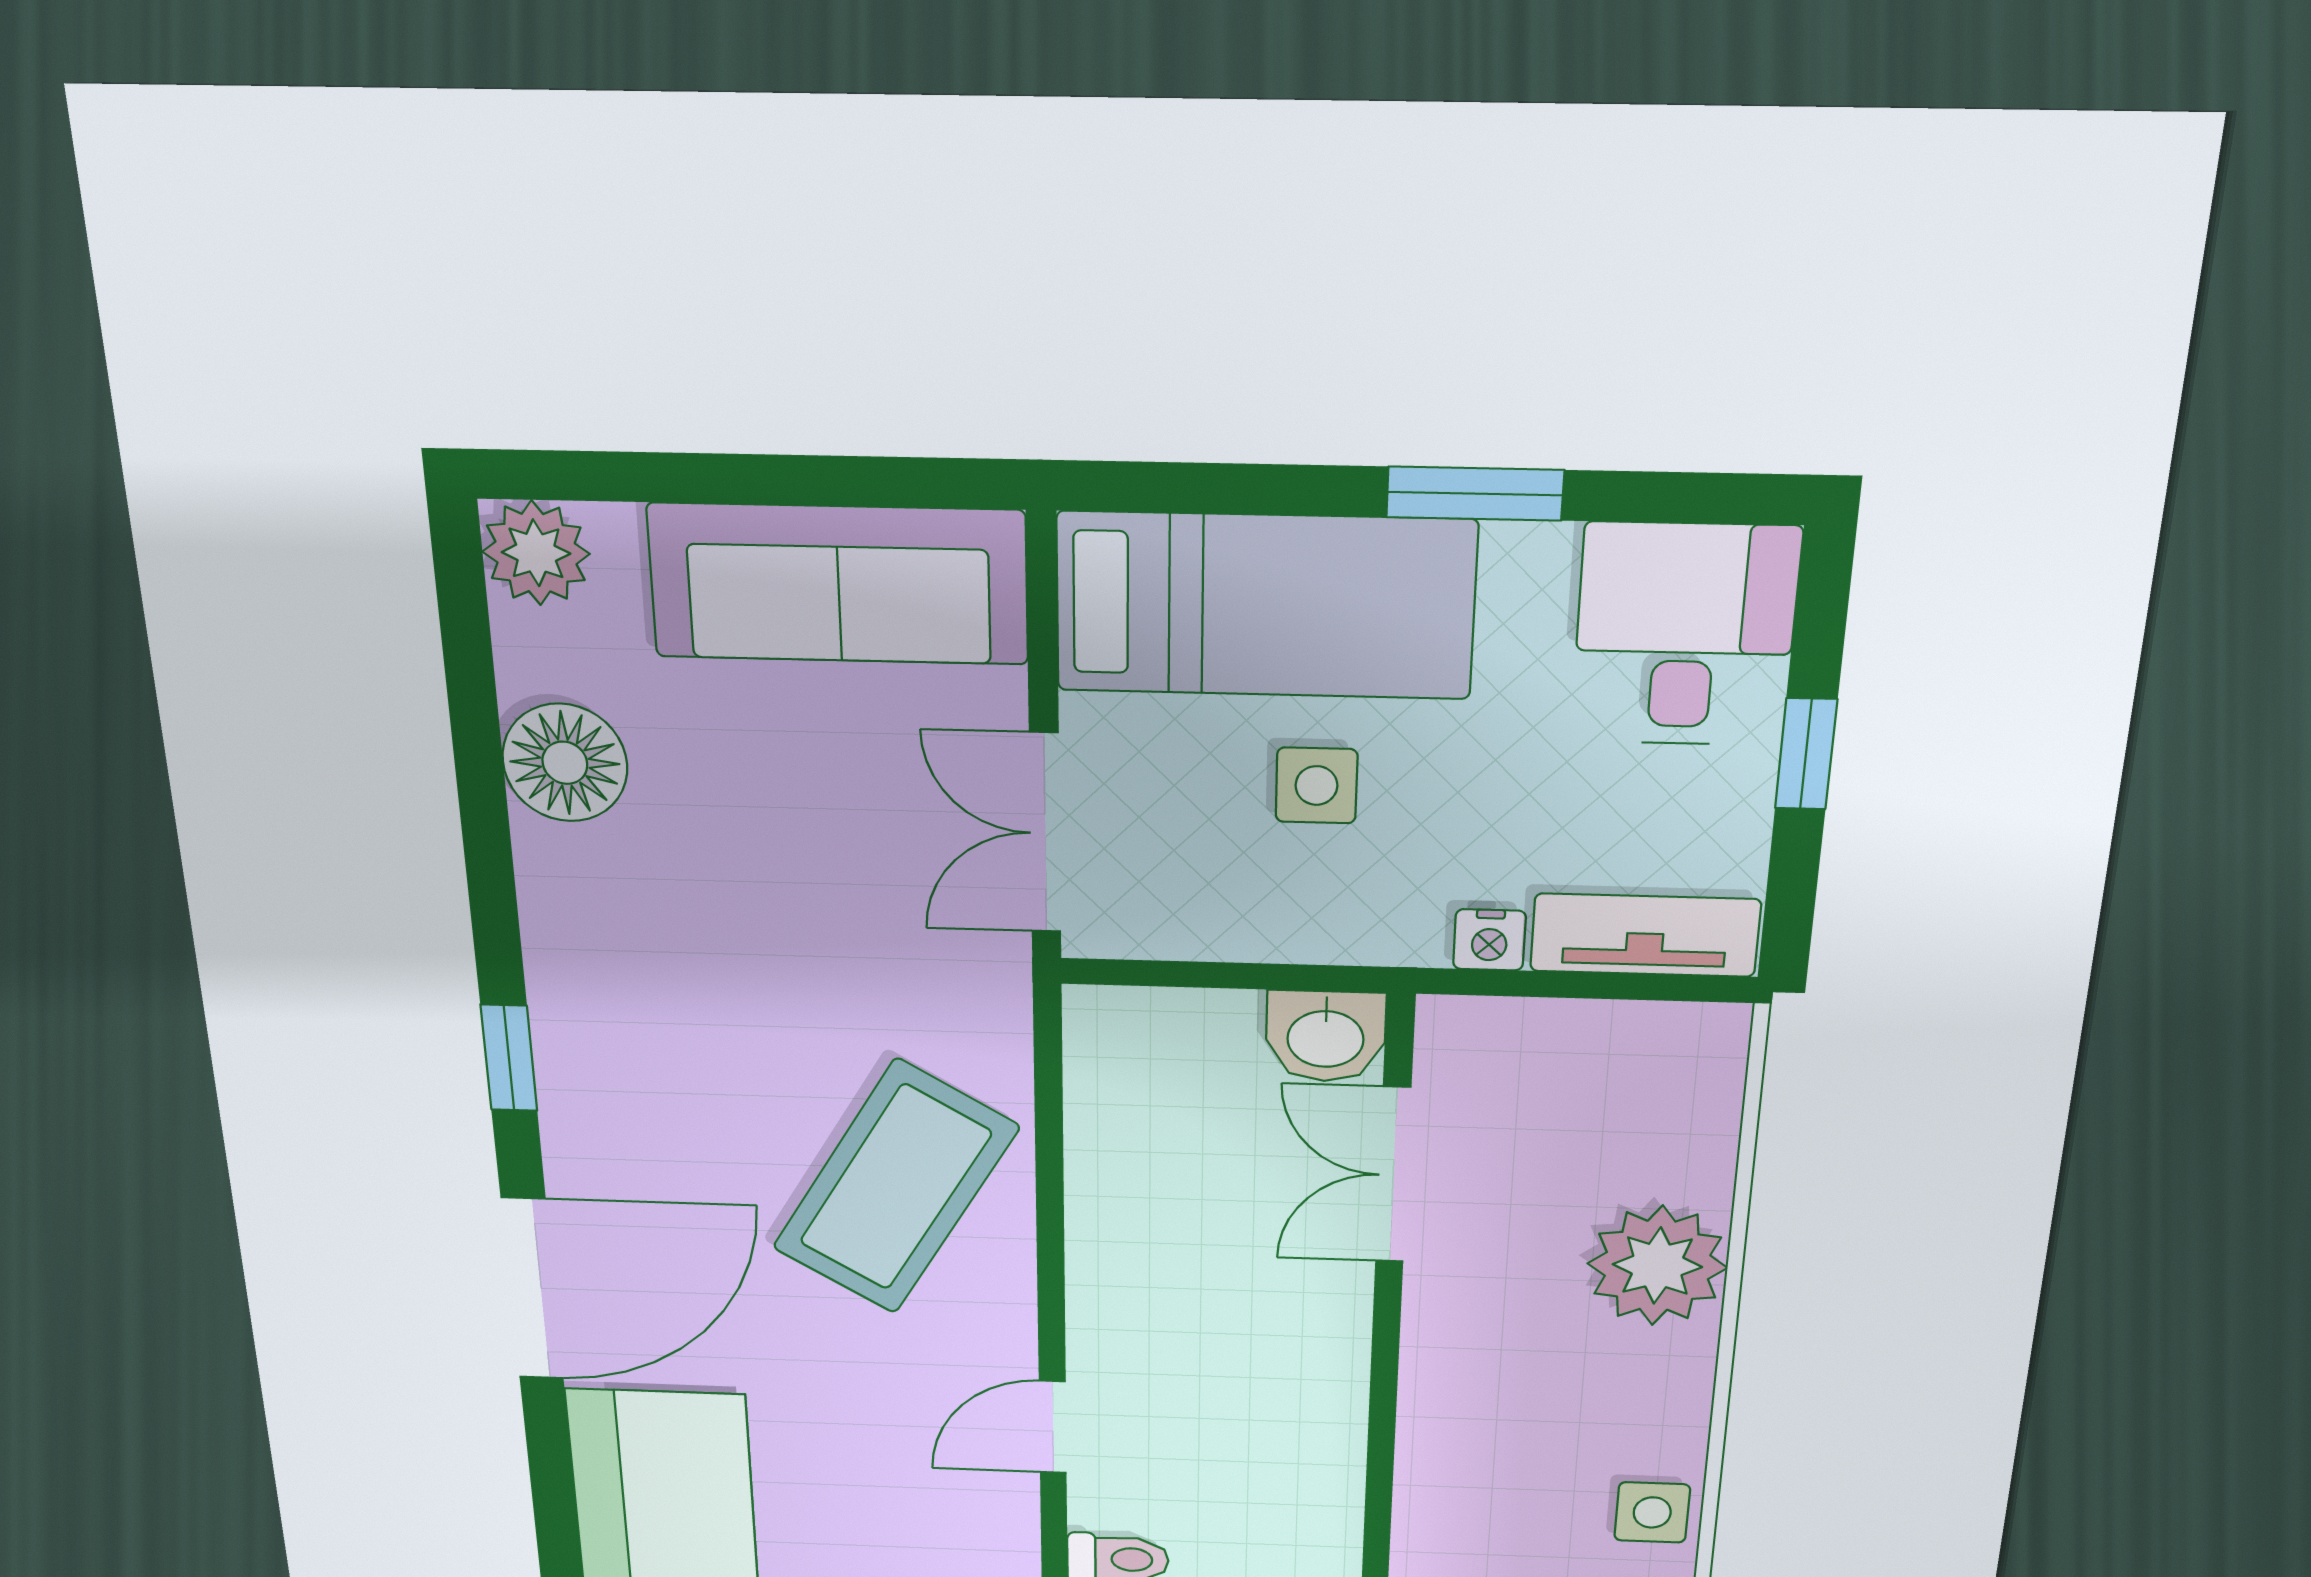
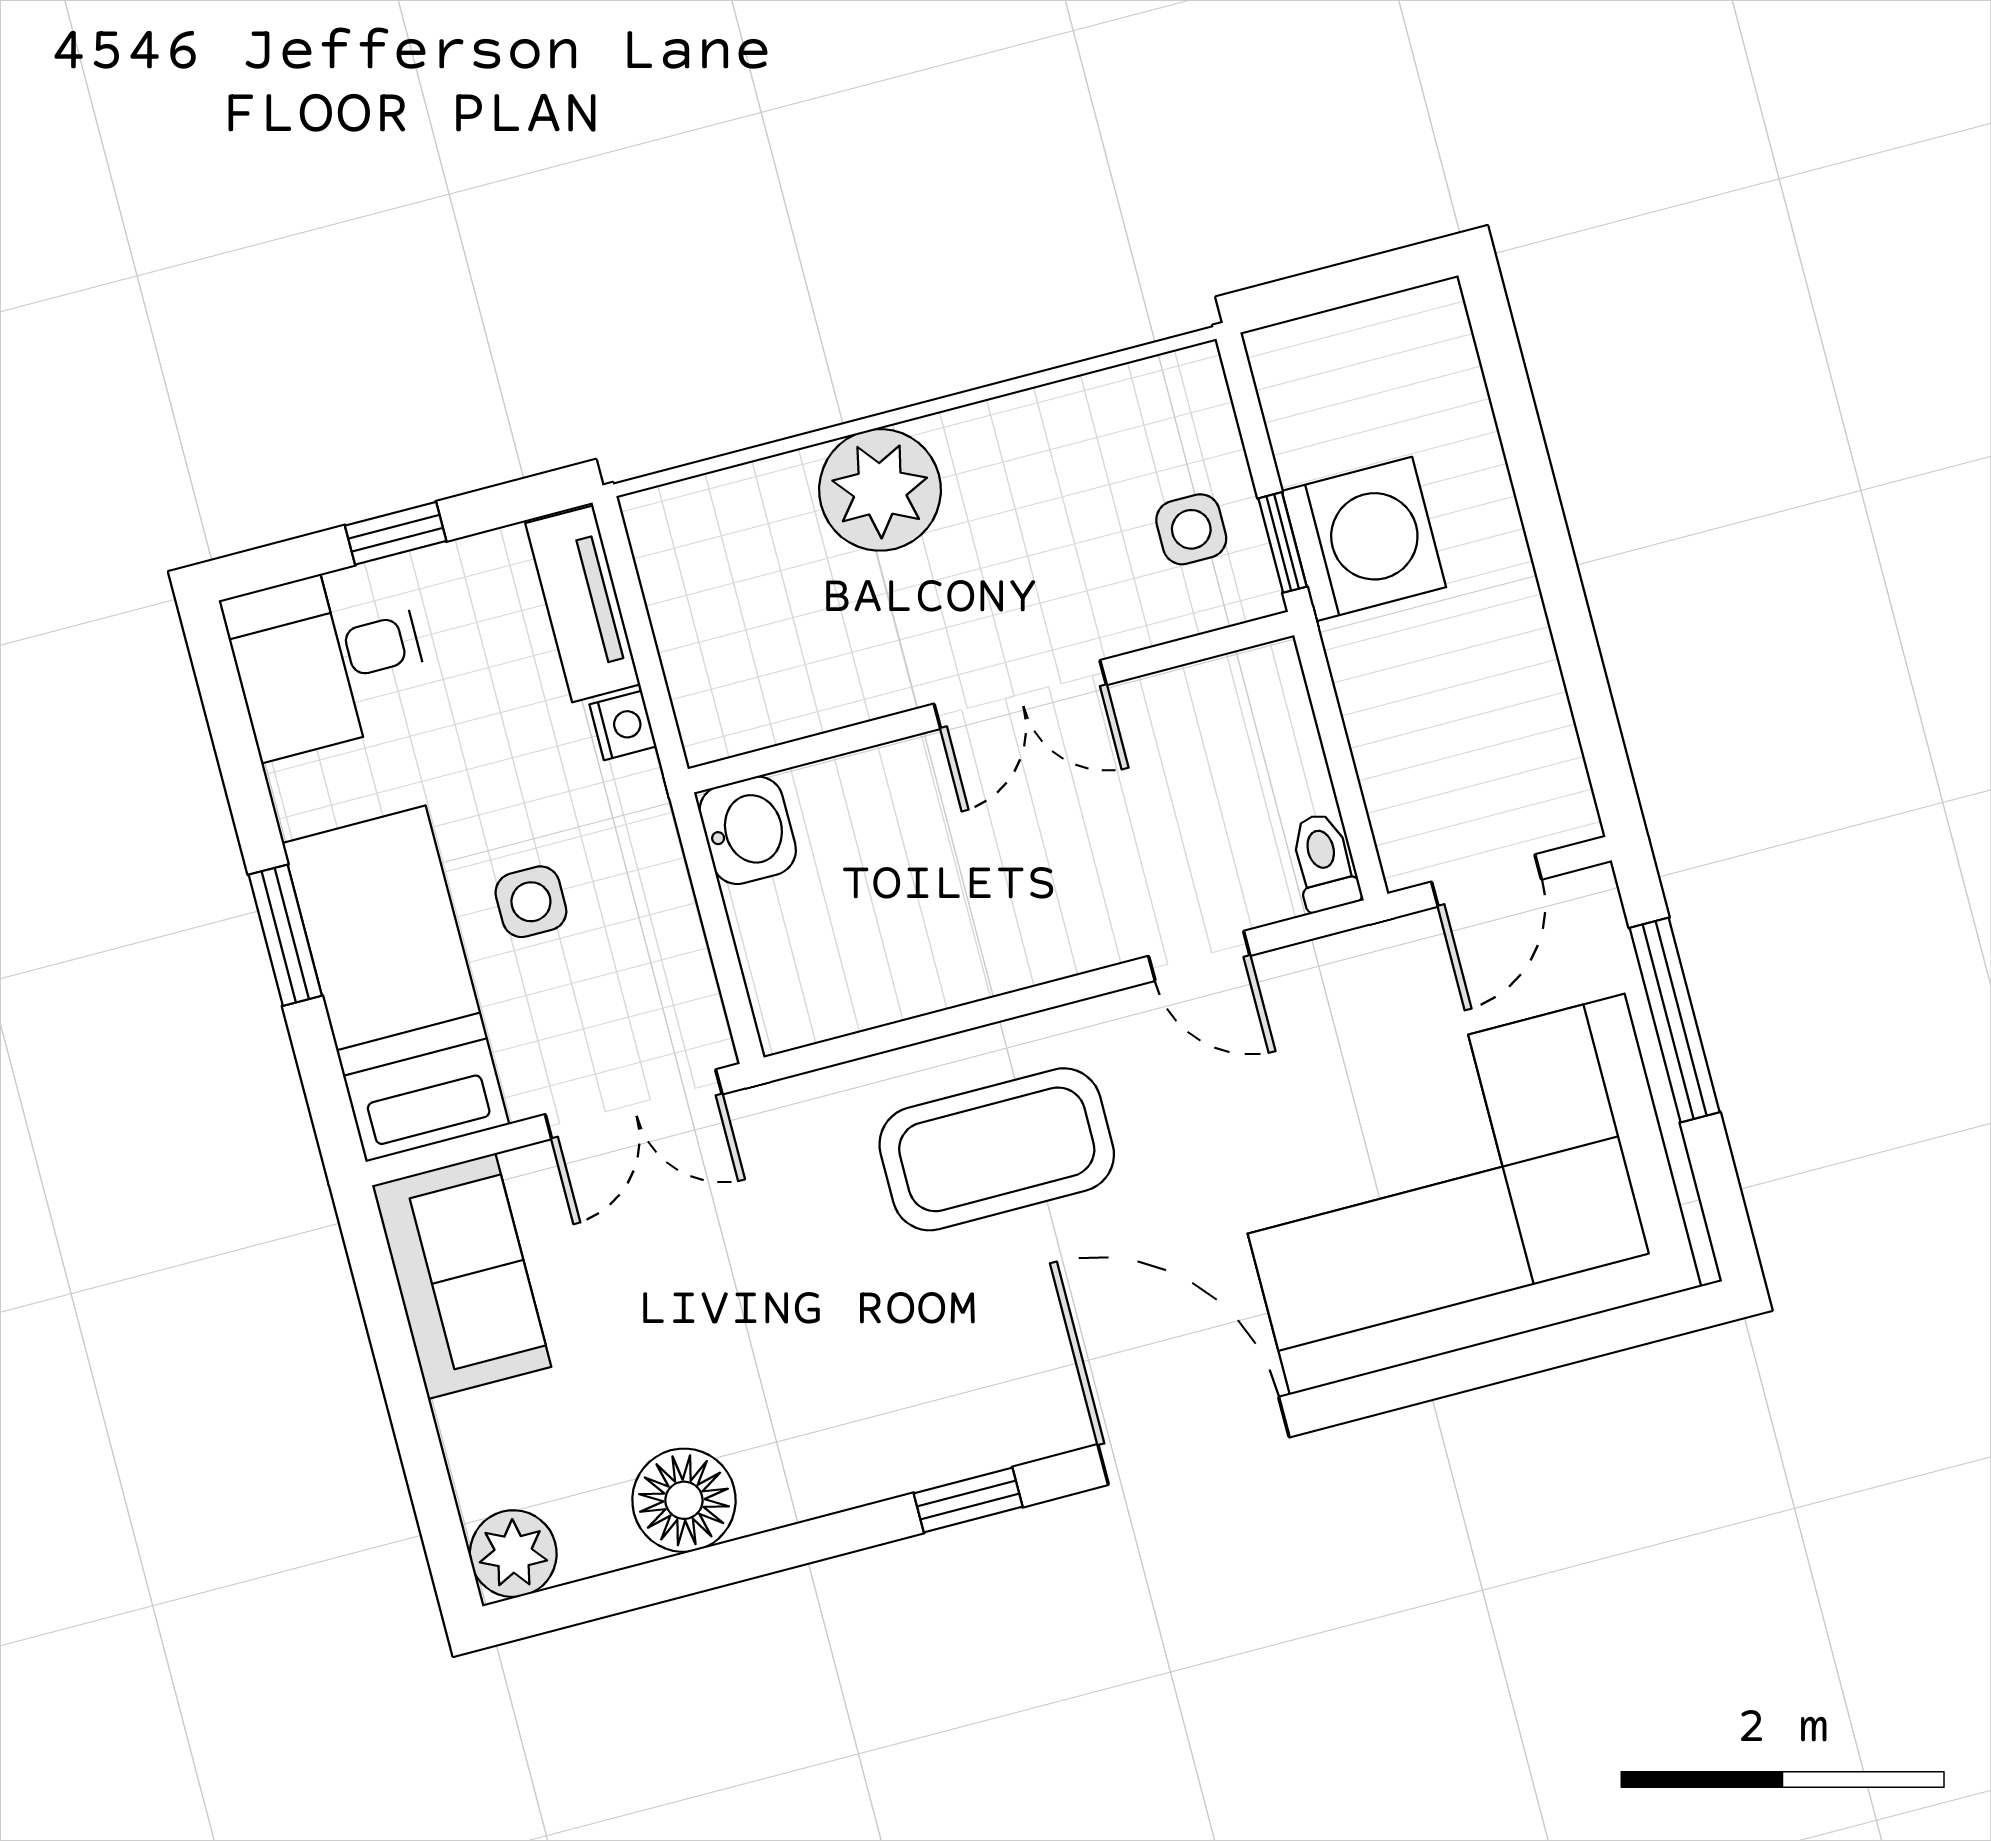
window: (1475, 494) -> (285, 935), moved
sofa: (839, 584) -> (462, 1276), width x0.73
double door: (1393, 1175) -> (1020, 694), moved
coffee table: (895, 1188) -> (997, 1149), turned -31
side table: (1652, 1512) -> (1191, 529), moved

